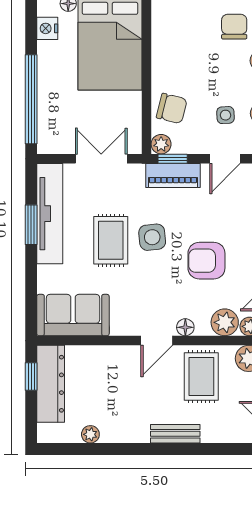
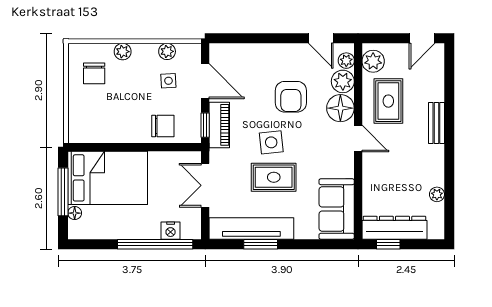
chair: (234, 27) -> (94, 73), turned -90
nightstand: (47, 28) -> (171, 231), moved
chair: (172, 108) -> (163, 126), turned 76
plant: (161, 144) -> (193, 135), removed
door: (225, 159) -> (205, 81), width x1.38
floor lamp: (185, 327) -> (340, 108), width x1.89, depth x1.89
rug: (201, 377) -> (388, 101), turned 90

